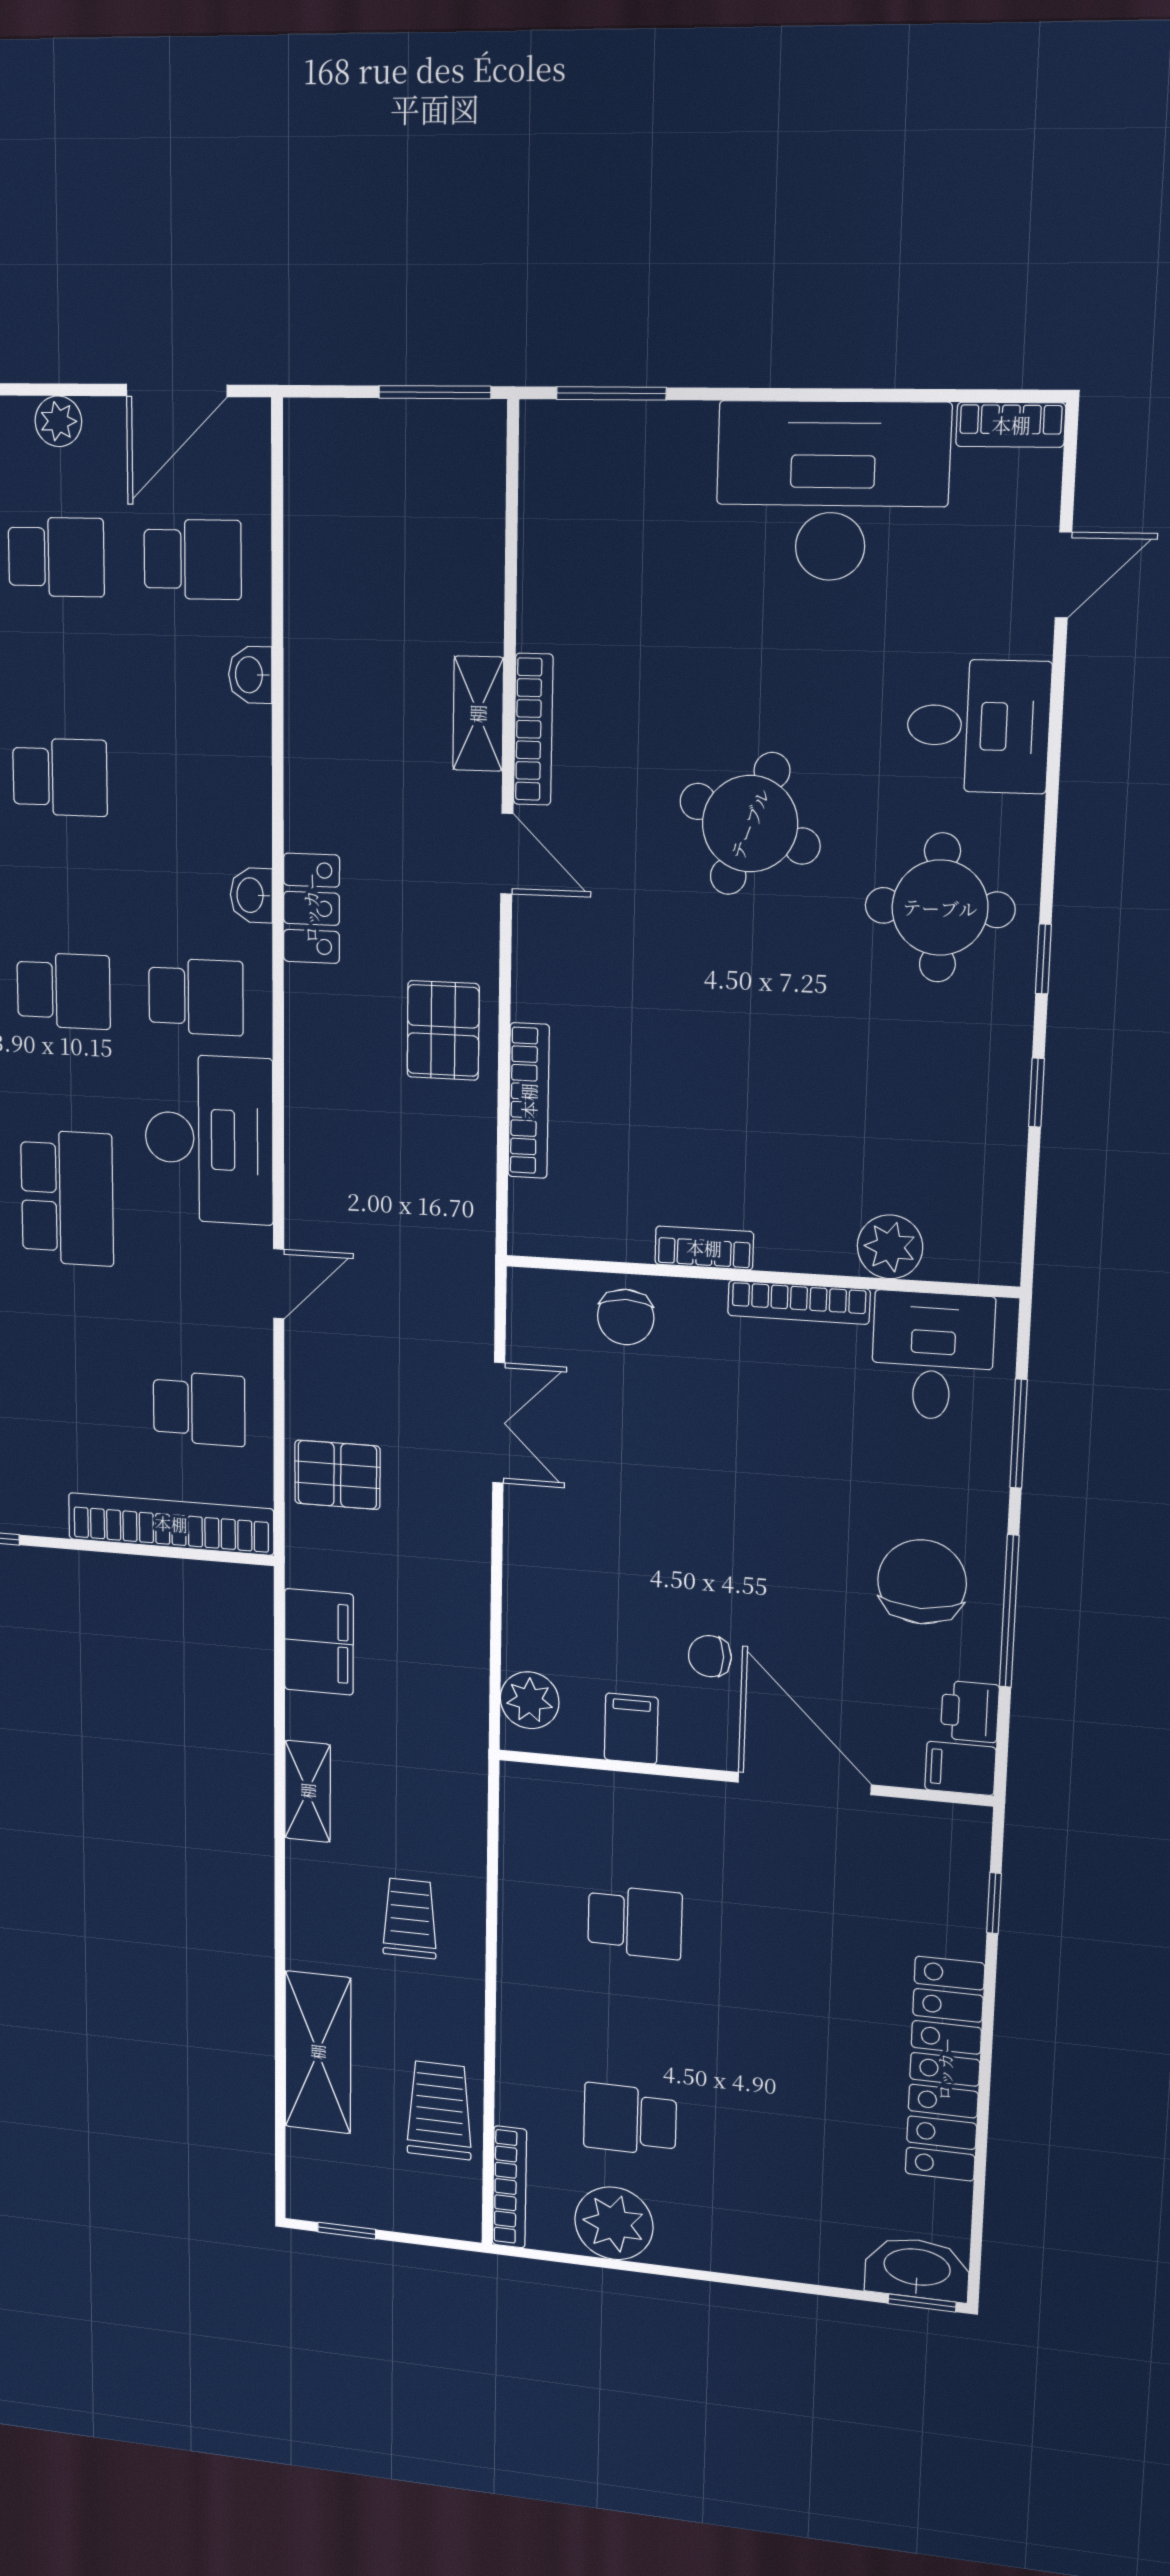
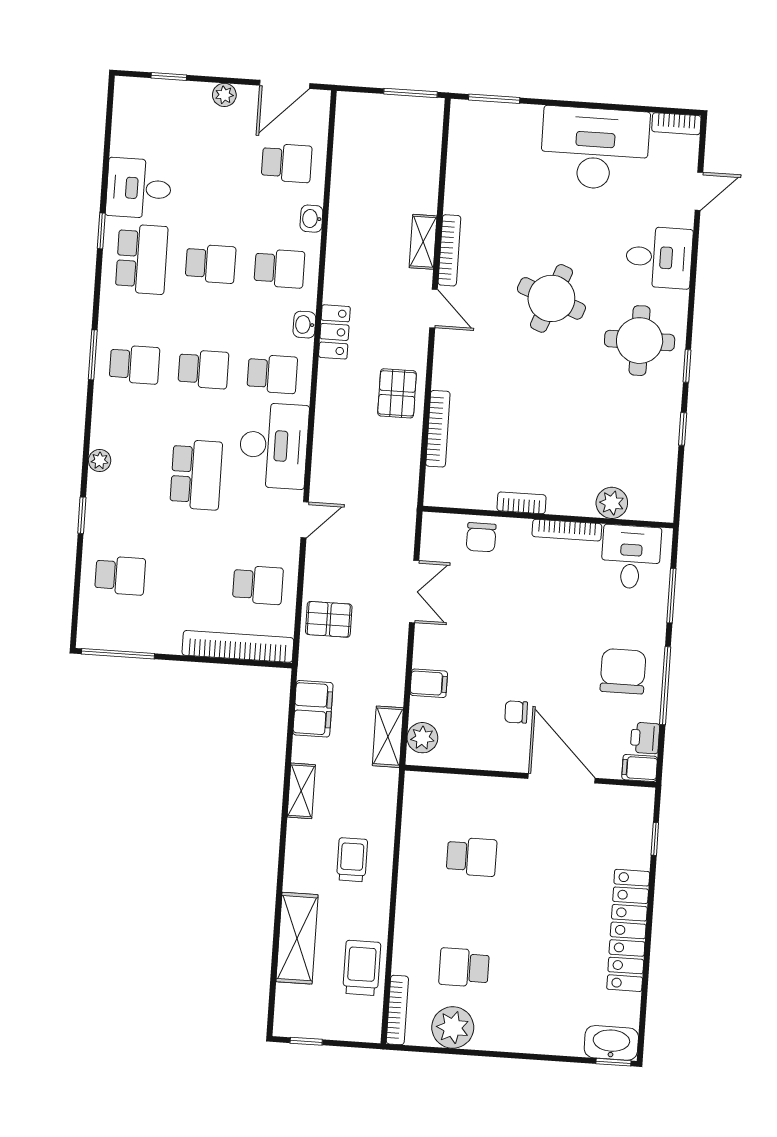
school desk: (56, 557) -> (279, 268), moved
shelving: (464, 1697) -> (388, 737), added
filing cabinet: (631, 1729) -> (429, 683), moved, turned 90

